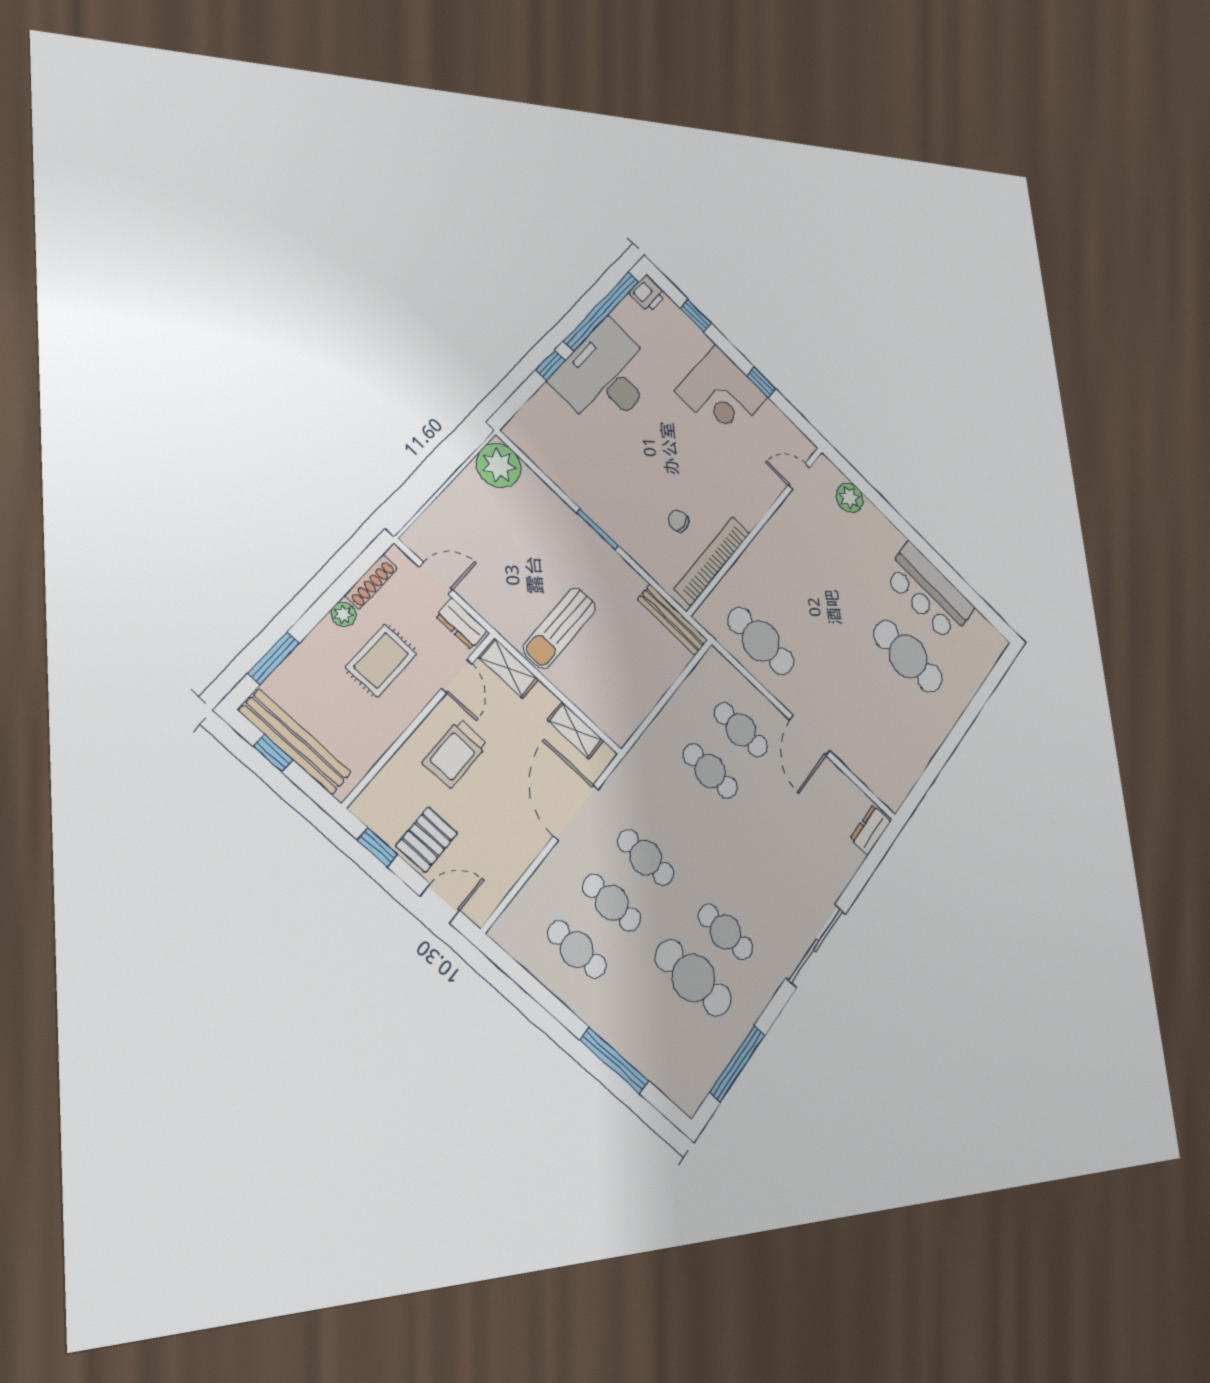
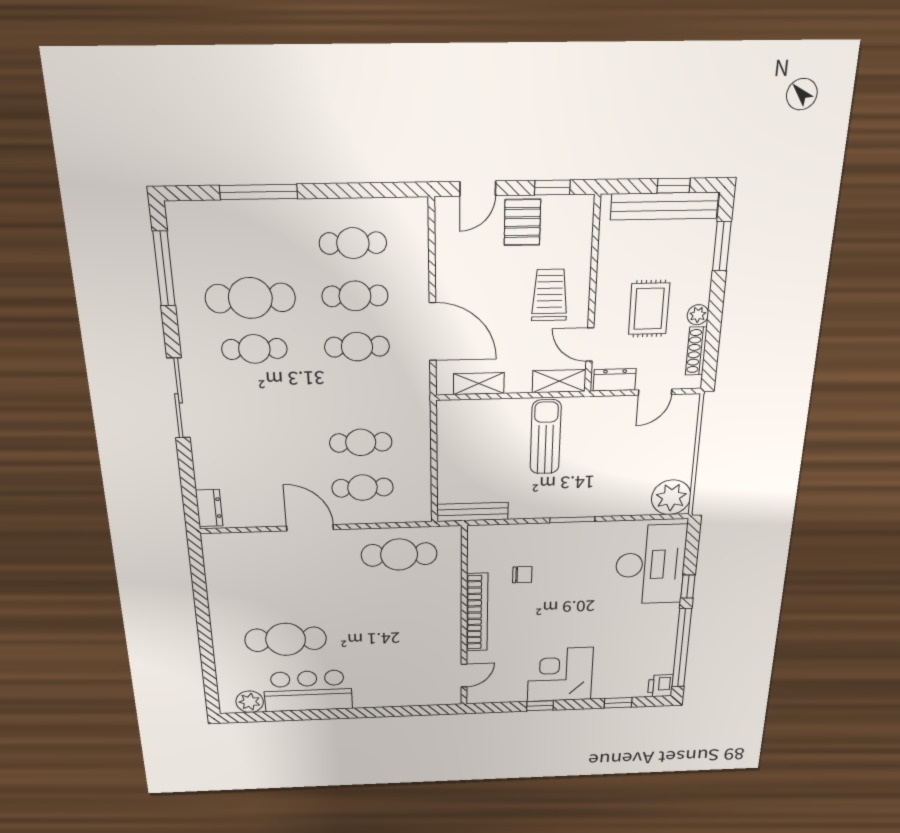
desk: (606, 376) -> (650, 565), moved
plant: (850, 498) -> (250, 702), moved
bookcase: (712, 561) -> (477, 612), moved

